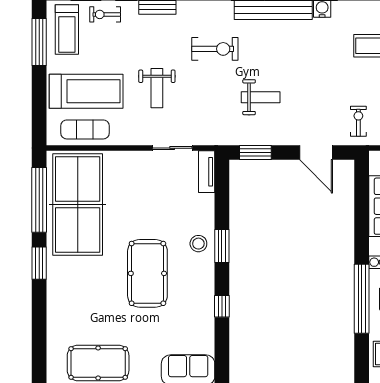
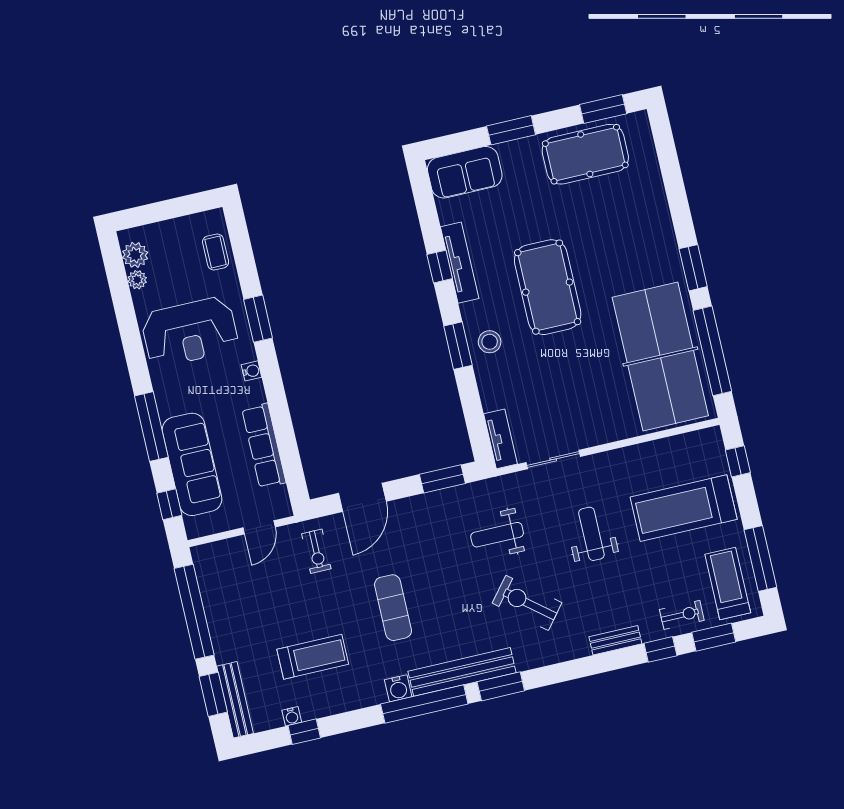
exercise bike: (215, 49) -> (527, 603), turned 39
weight bench: (261, 97) -> (497, 535), moved
window: (39, 116) -> (738, 461), added
exercise mat: (85, 129) -> (393, 608), moved, turned 90
door: (316, 153) -> (362, 497), swing flipped
window: (362, 299) -> (258, 319), width x0.47
tv unit: (207, 306) -> (460, 263), added

